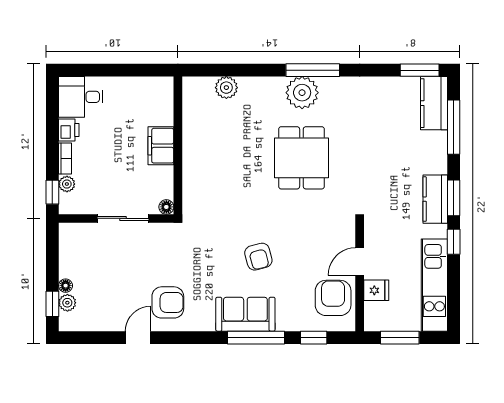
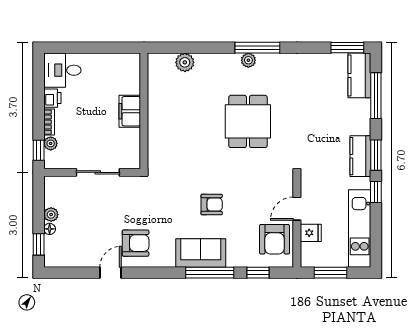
plant: (302, 93) -> (248, 60), width x0.53, depth x0.53
floor lamp: (166, 207) -> (134, 163), removed
armchair: (258, 257) -> (212, 205), turned -75
armchair: (333, 298) -> (275, 239), turned 180
plant: (67, 303) -> (51, 215), moved

